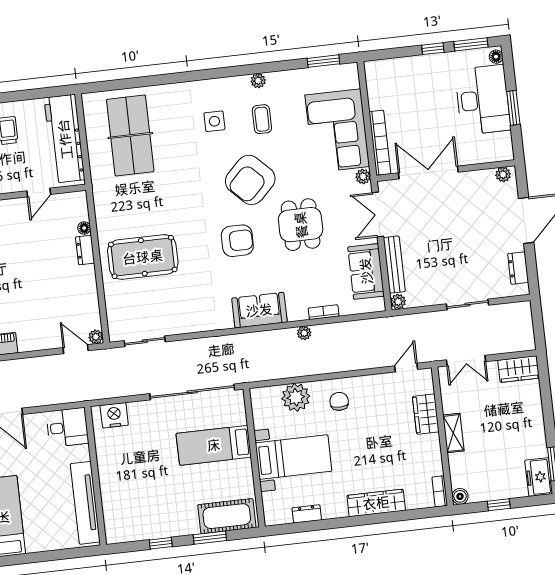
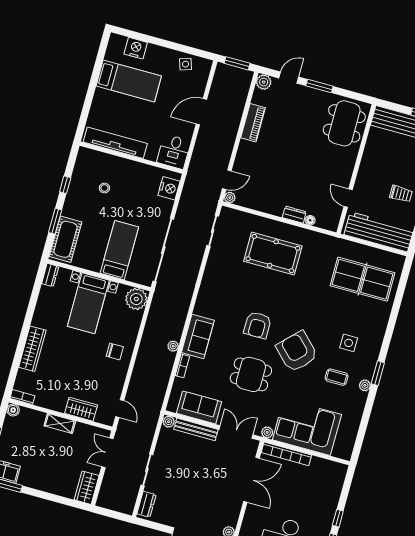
window: (323, 61) -> (378, 373), moved
pool table: (143, 257) -> (273, 254), turned 90
dresser: (518, 268) -> (147, 504), moved, turned 90
sofa: (259, 310) -> (198, 336), moved
plant: (296, 397) -> (136, 299), moved
stool: (145, 494) -> (104, 188), added
dresser: (307, 514) -> (50, 275), moved

